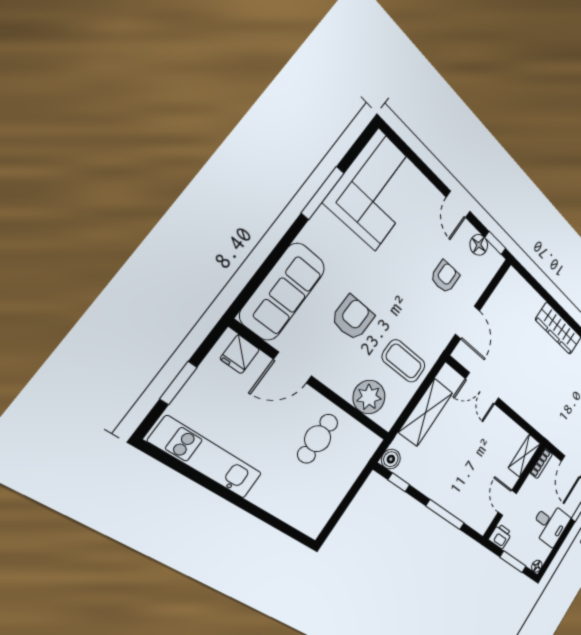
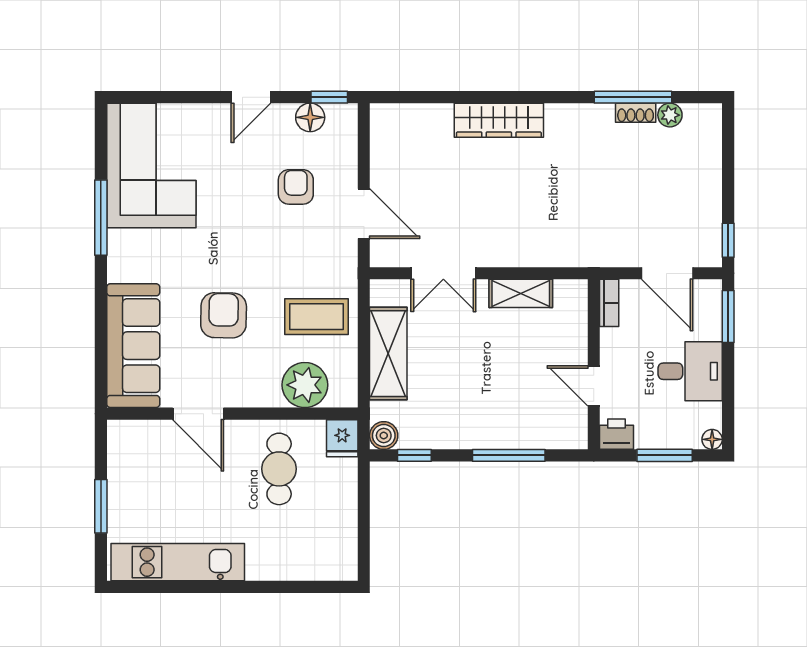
door: (458, 204) -> (251, 97), hinge flipped
fridge: (240, 354) -> (342, 438), moved
door: (293, 368) -> (198, 414), hinge flipped
shelving: (525, 456) -> (521, 293), moved, turned 90

